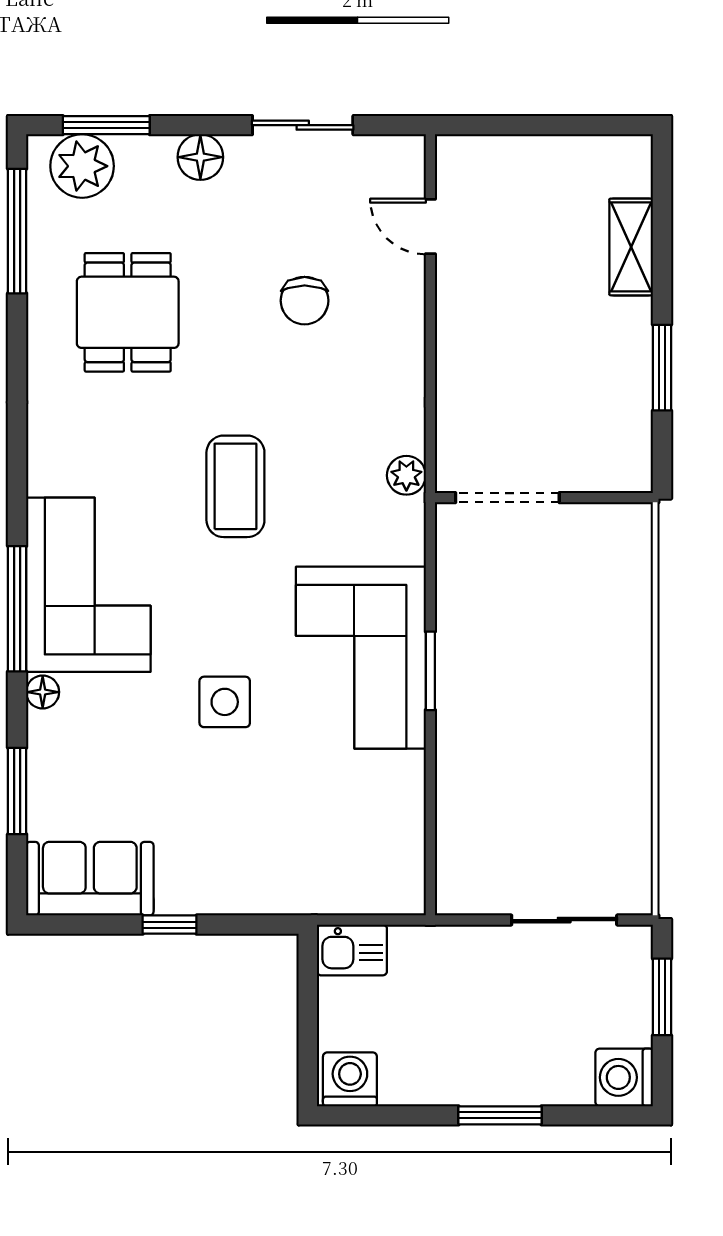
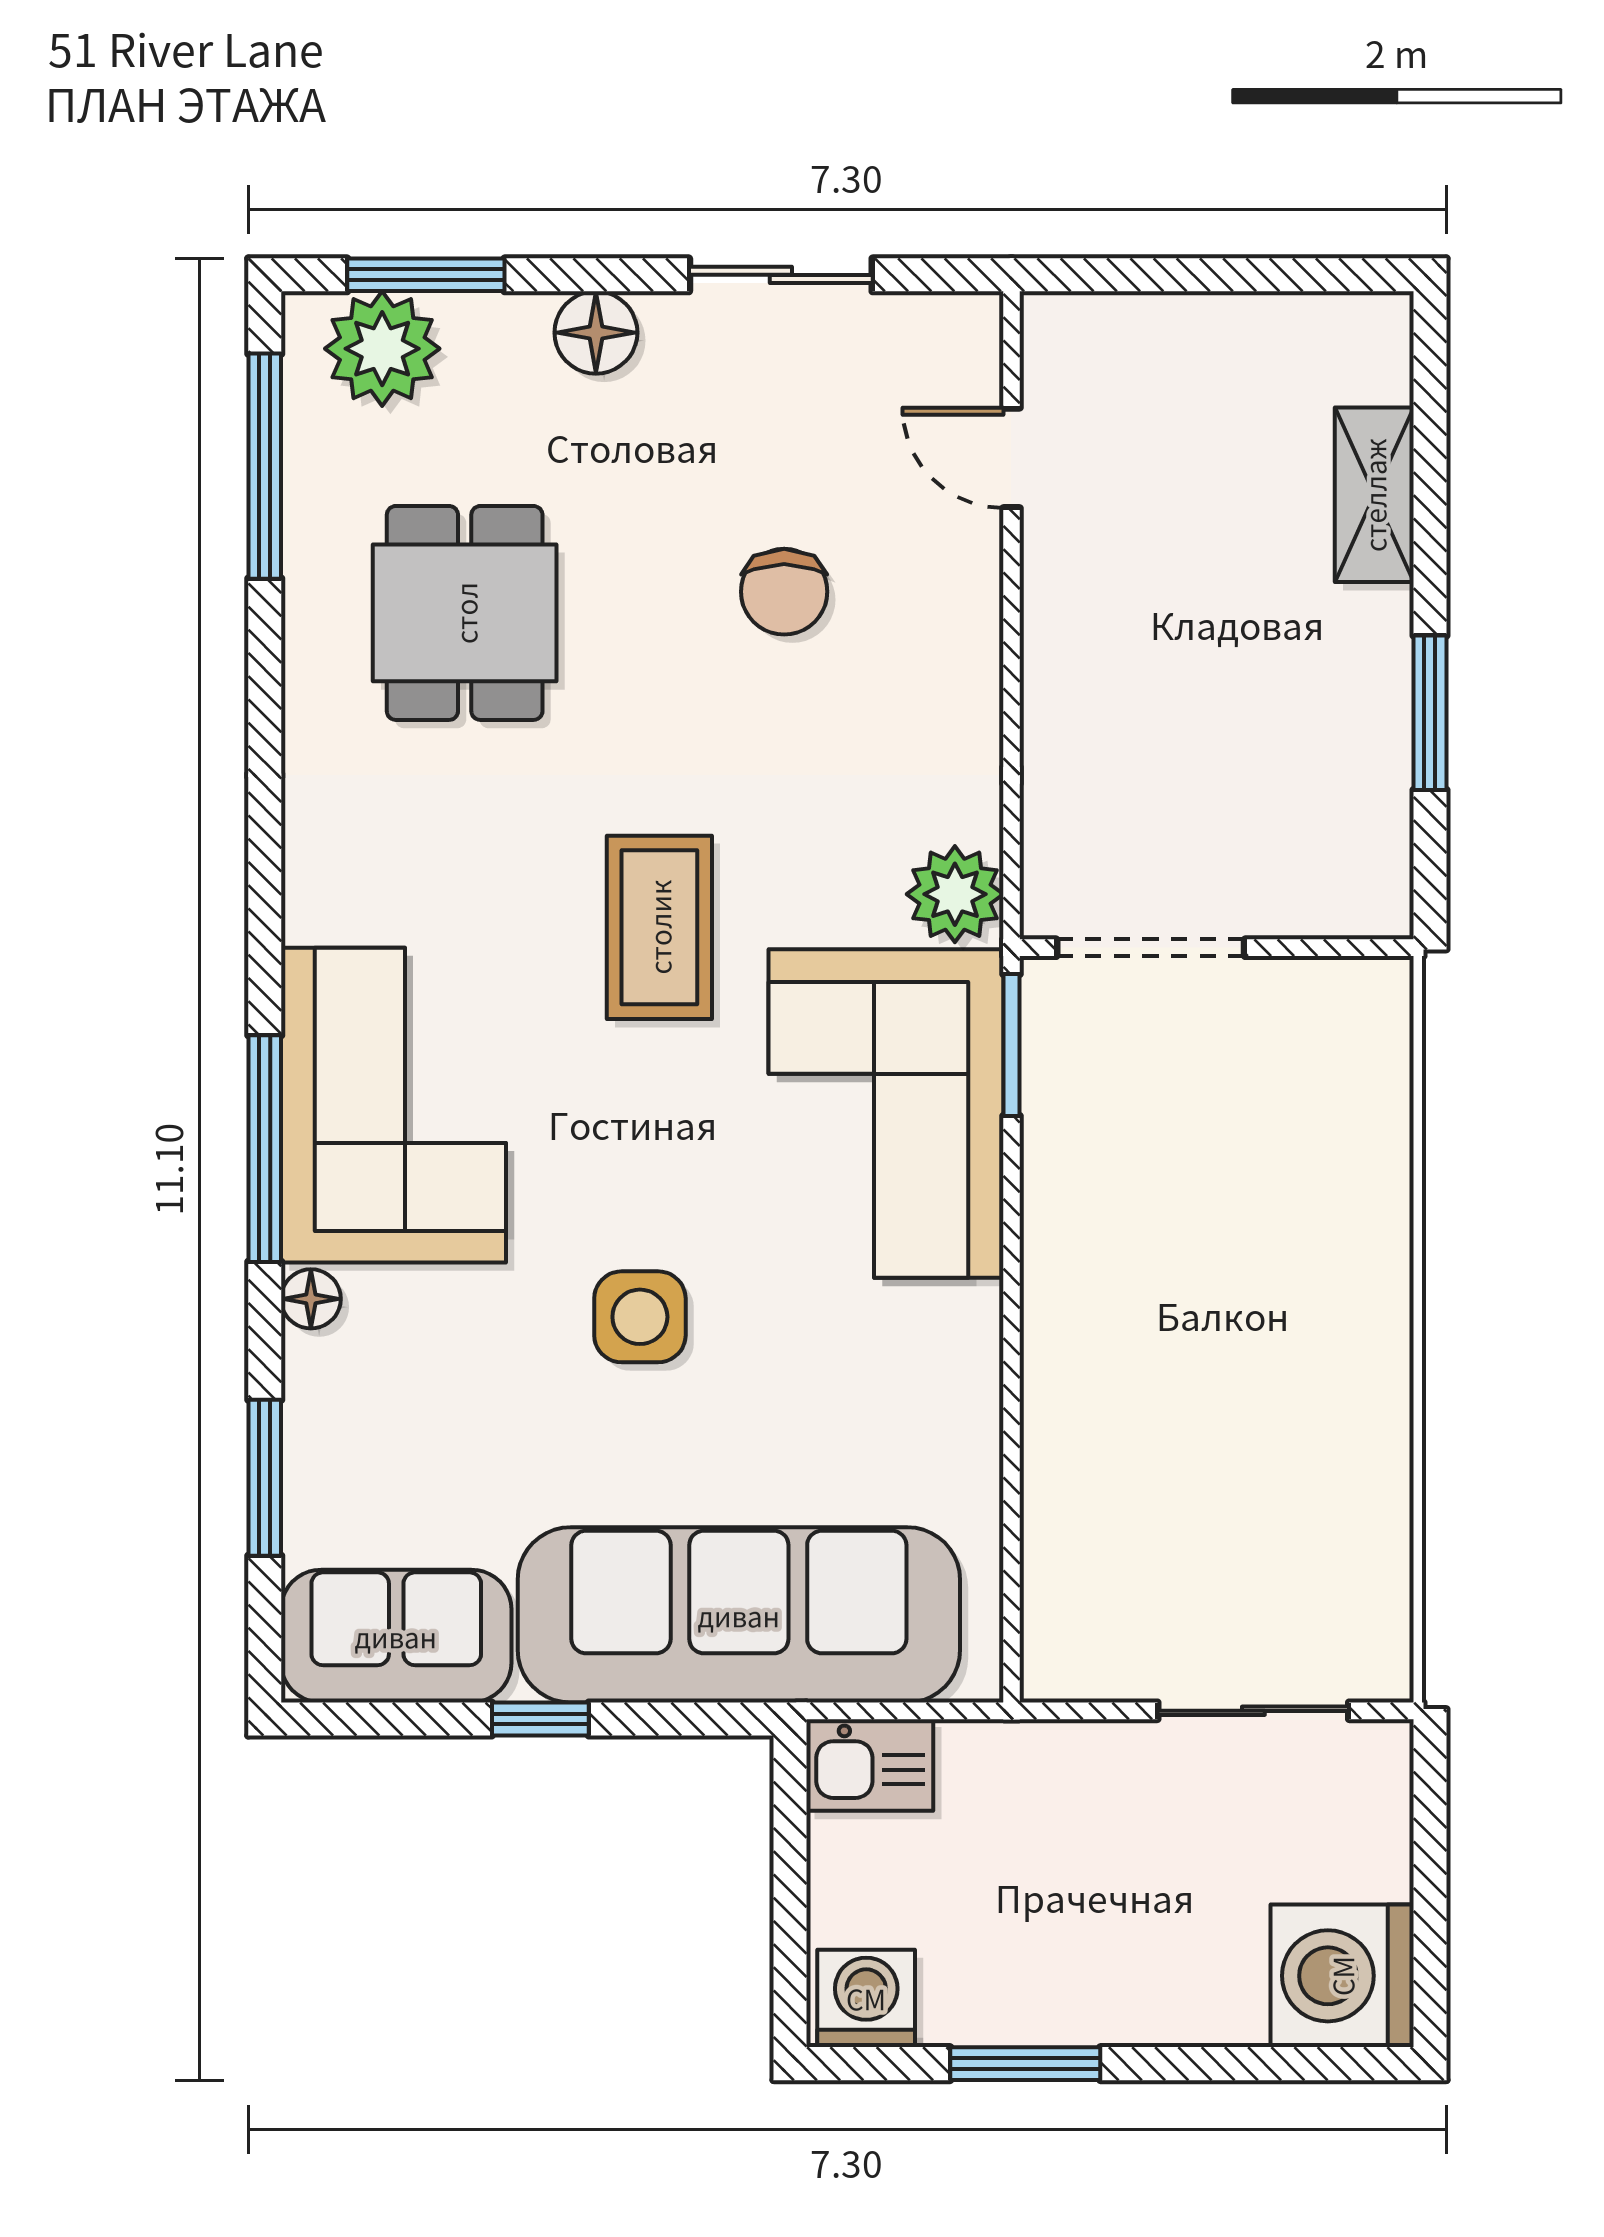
plant: (406, 475) -> (955, 894), width x1.38, depth x1.38
corner sofa: (361, 658) -> (886, 1113), moved
window: (430, 671) -> (1011, 1045), moved
sofa: (279, 867) -> (739, 1615), added
window: (662, 997) -> (1430, 1850), removed
washing machine: (624, 1077) -> (1342, 1976), width x1.37, depth x1.37
window: (500, 1115) -> (1025, 2064), moved

